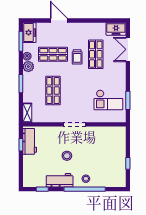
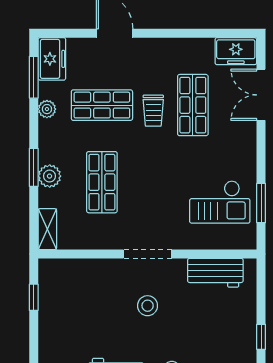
plant: (28, 67) -> (50, 176), moved
workbench: (30, 141) -> (215, 273), moved, turned 90
stool: (67, 156) -> (148, 306), moved

